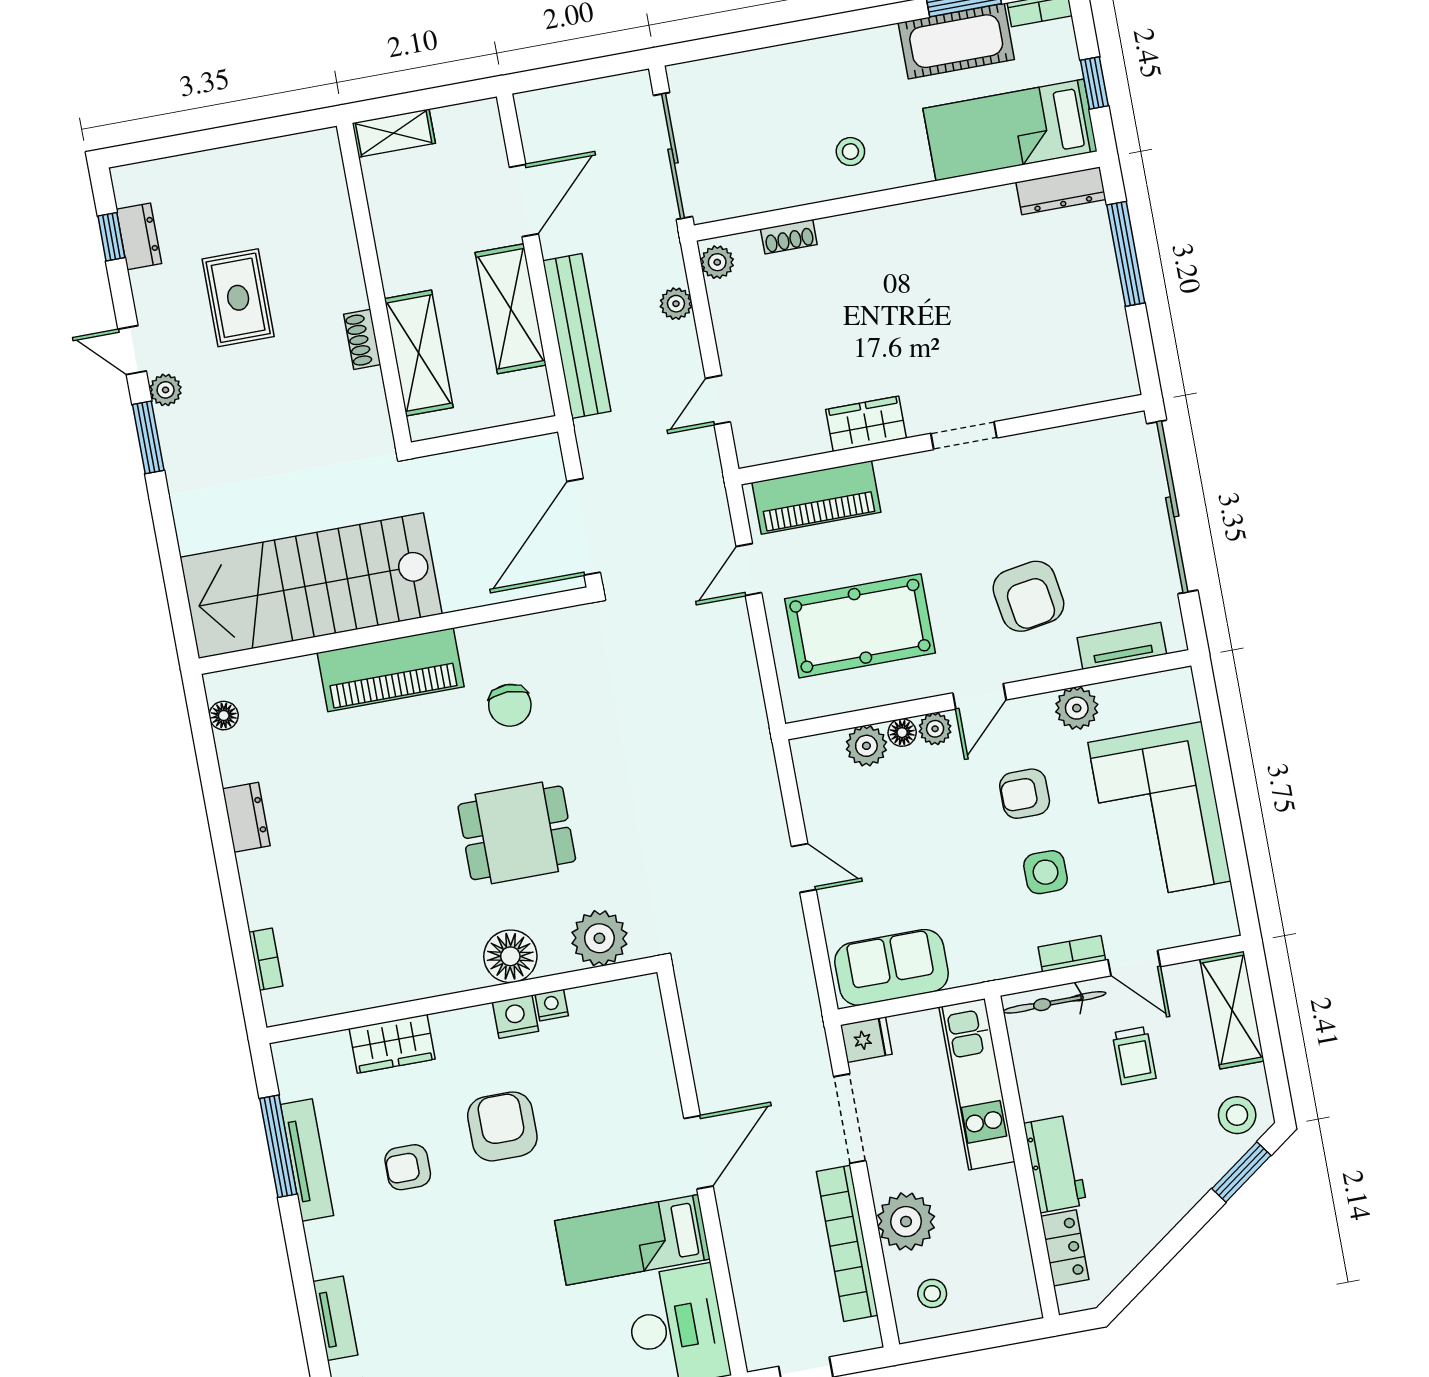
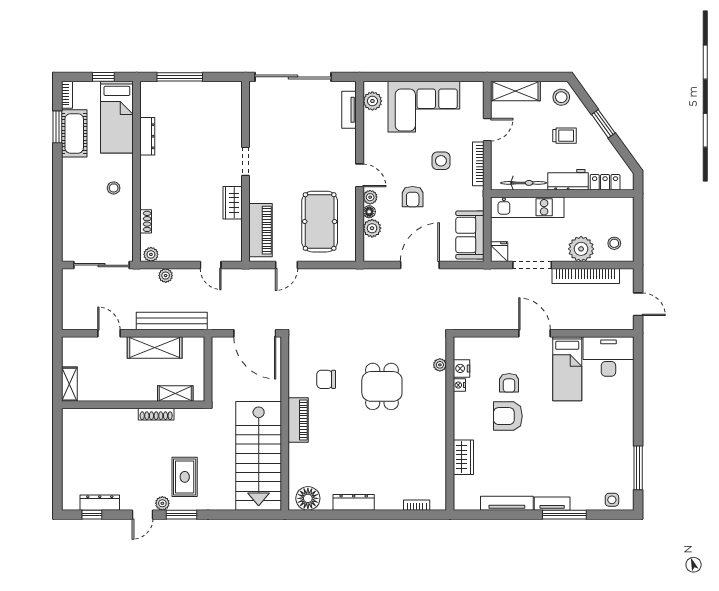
dresser: (1061, 191) -> (147, 136), moved
door: (524, 201) -> (109, 333), width x0.73
dresser: (139, 236) -> (100, 503), width x1.44
rug: (238, 298) -> (185, 477), moved, turned 90
shoe rack: (362, 339) -> (156, 414), width x1.43
shelving: (419, 353) -> (175, 393), width x0.67, depth x0.75
door: (749, 570) -> (286, 265), hinge flipped
armchair: (1028, 596) -> (320, 146), removed
piano: (391, 670) -> (298, 420), width x0.73, depth x0.75
chair: (510, 705) -> (326, 379), turned 180
plant: (1077, 708) -> (372, 101), moved
floor lamp: (224, 716) -> (308, 498), width x1.89, depth x1.89
armchair: (1025, 794) -> (413, 197), moved
dresser: (246, 817) -> (354, 502), width x1.44
door: (804, 868) -> (420, 265), width x1.87
plant: (599, 938) -> (440, 365), width x0.53, depth x0.53
bookcase: (1072, 954) -> (478, 164), width x1.56
floor lamp: (510, 956) -> (435, 399), removed
bicycle: (1054, 1002) -> (524, 183), moved, turned -90
nightstand: (516, 1017) -> (461, 368), moved
trolley: (1134, 1056) -> (565, 136), moved
window: (278, 1146) -> (564, 515), moved
armchair: (408, 1167) -> (509, 383), moved
window: (1241, 1172) -> (603, 124), moved
tv unit: (335, 1318) -> (552, 504), moved

